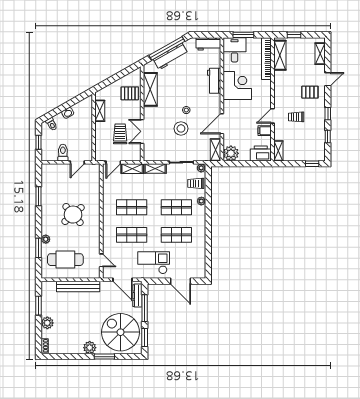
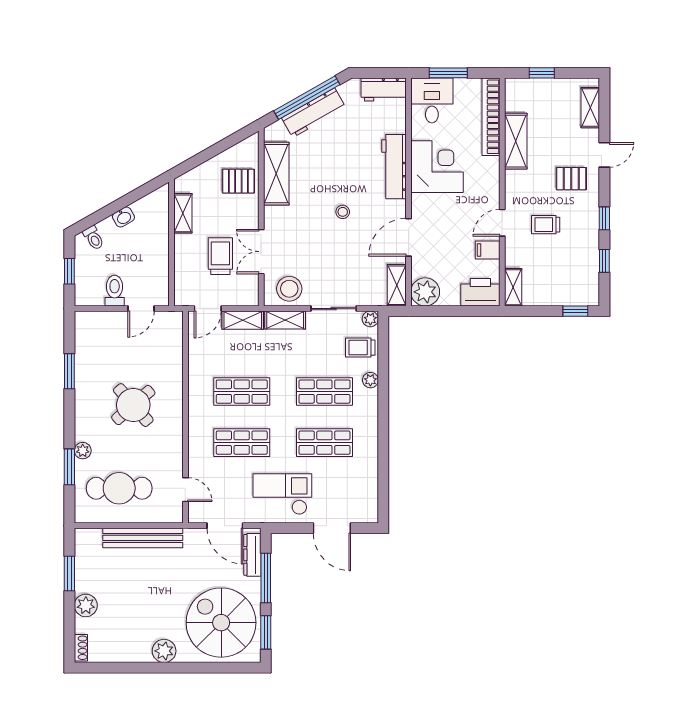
shelving: (280, 55) -> (516, 141), moved
workbench: (214, 81) -> (394, 167), width x1.38
stool: (181, 128) -> (289, 289), moved
window: (104, 357) -> (191, 668), removed

